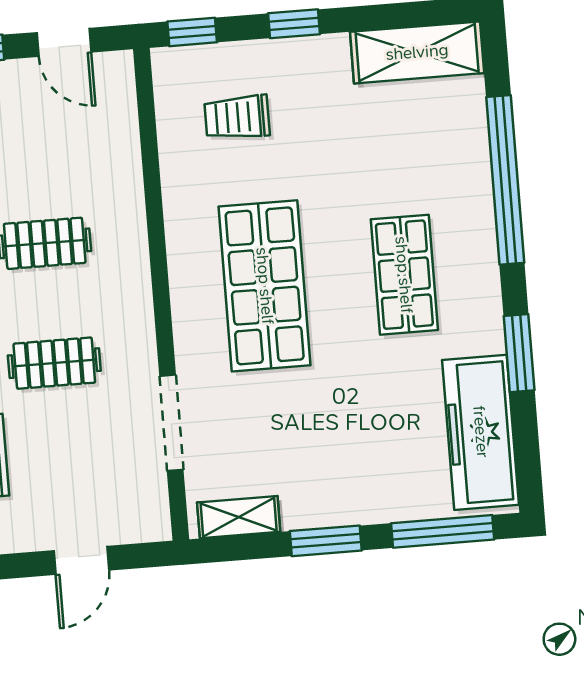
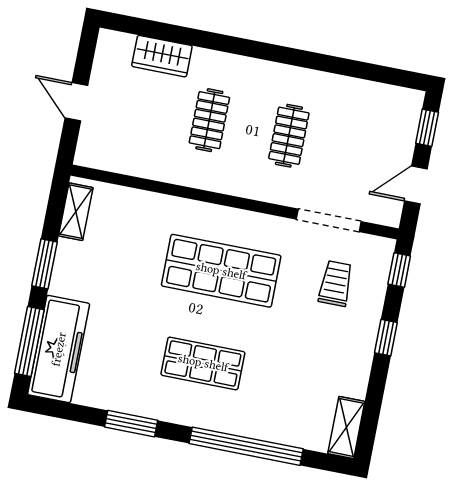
shelving: (417, 52) -> (346, 427), width x0.67, depth x0.75
doorway: (171, 423) -> (329, 220), moved
freezer: (481, 432) -> (59, 349), moved, turned 90

